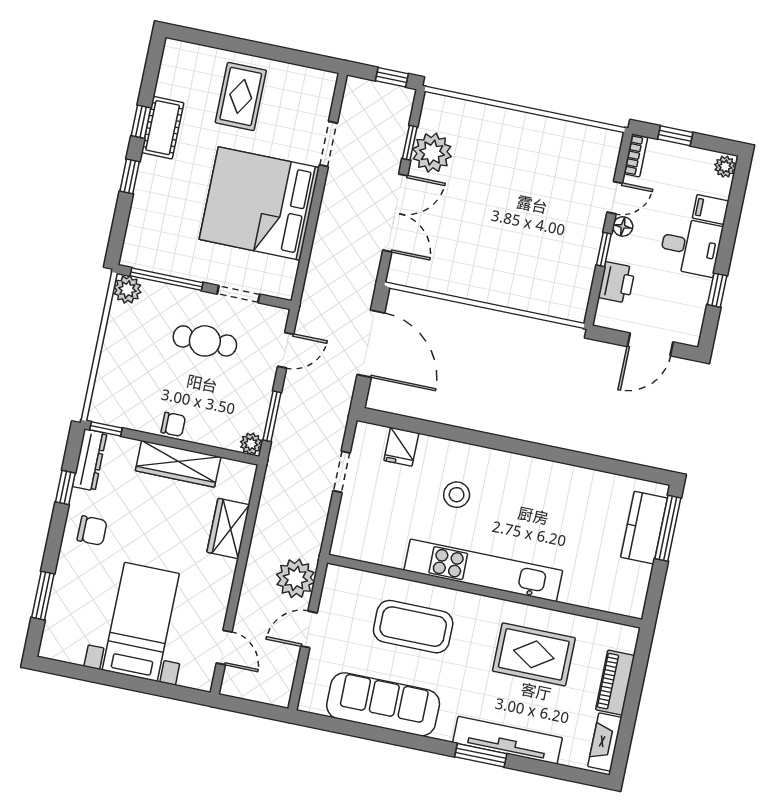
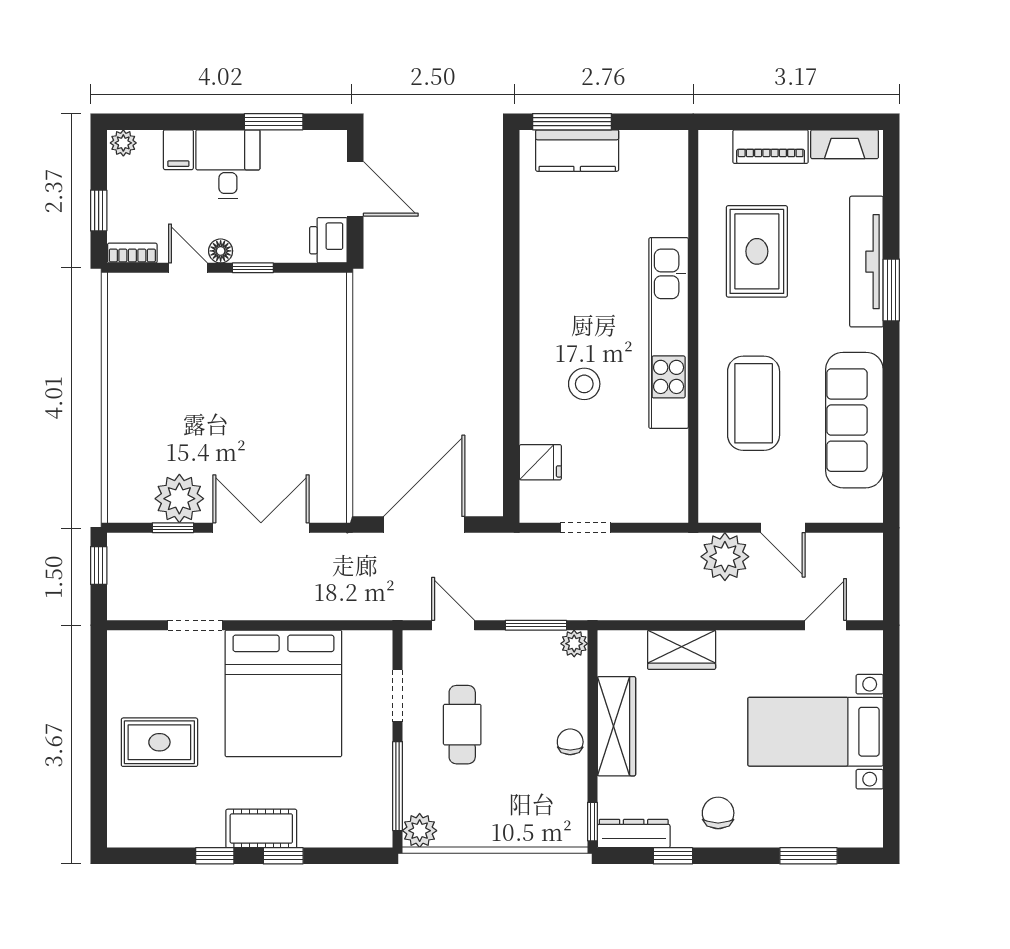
cot: (163, 128) -> (261, 828), moved
printer: (617, 282) -> (328, 240), moved, turned -90
window: (717, 290) -> (274, 122), width x1.50

